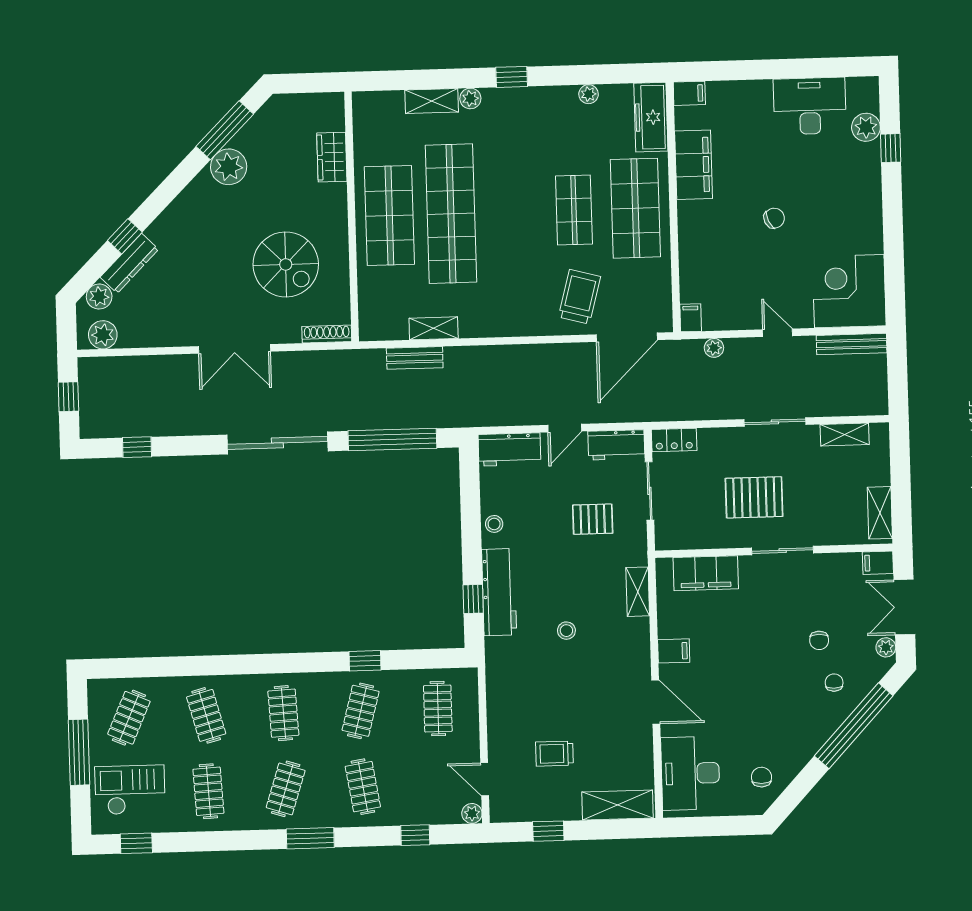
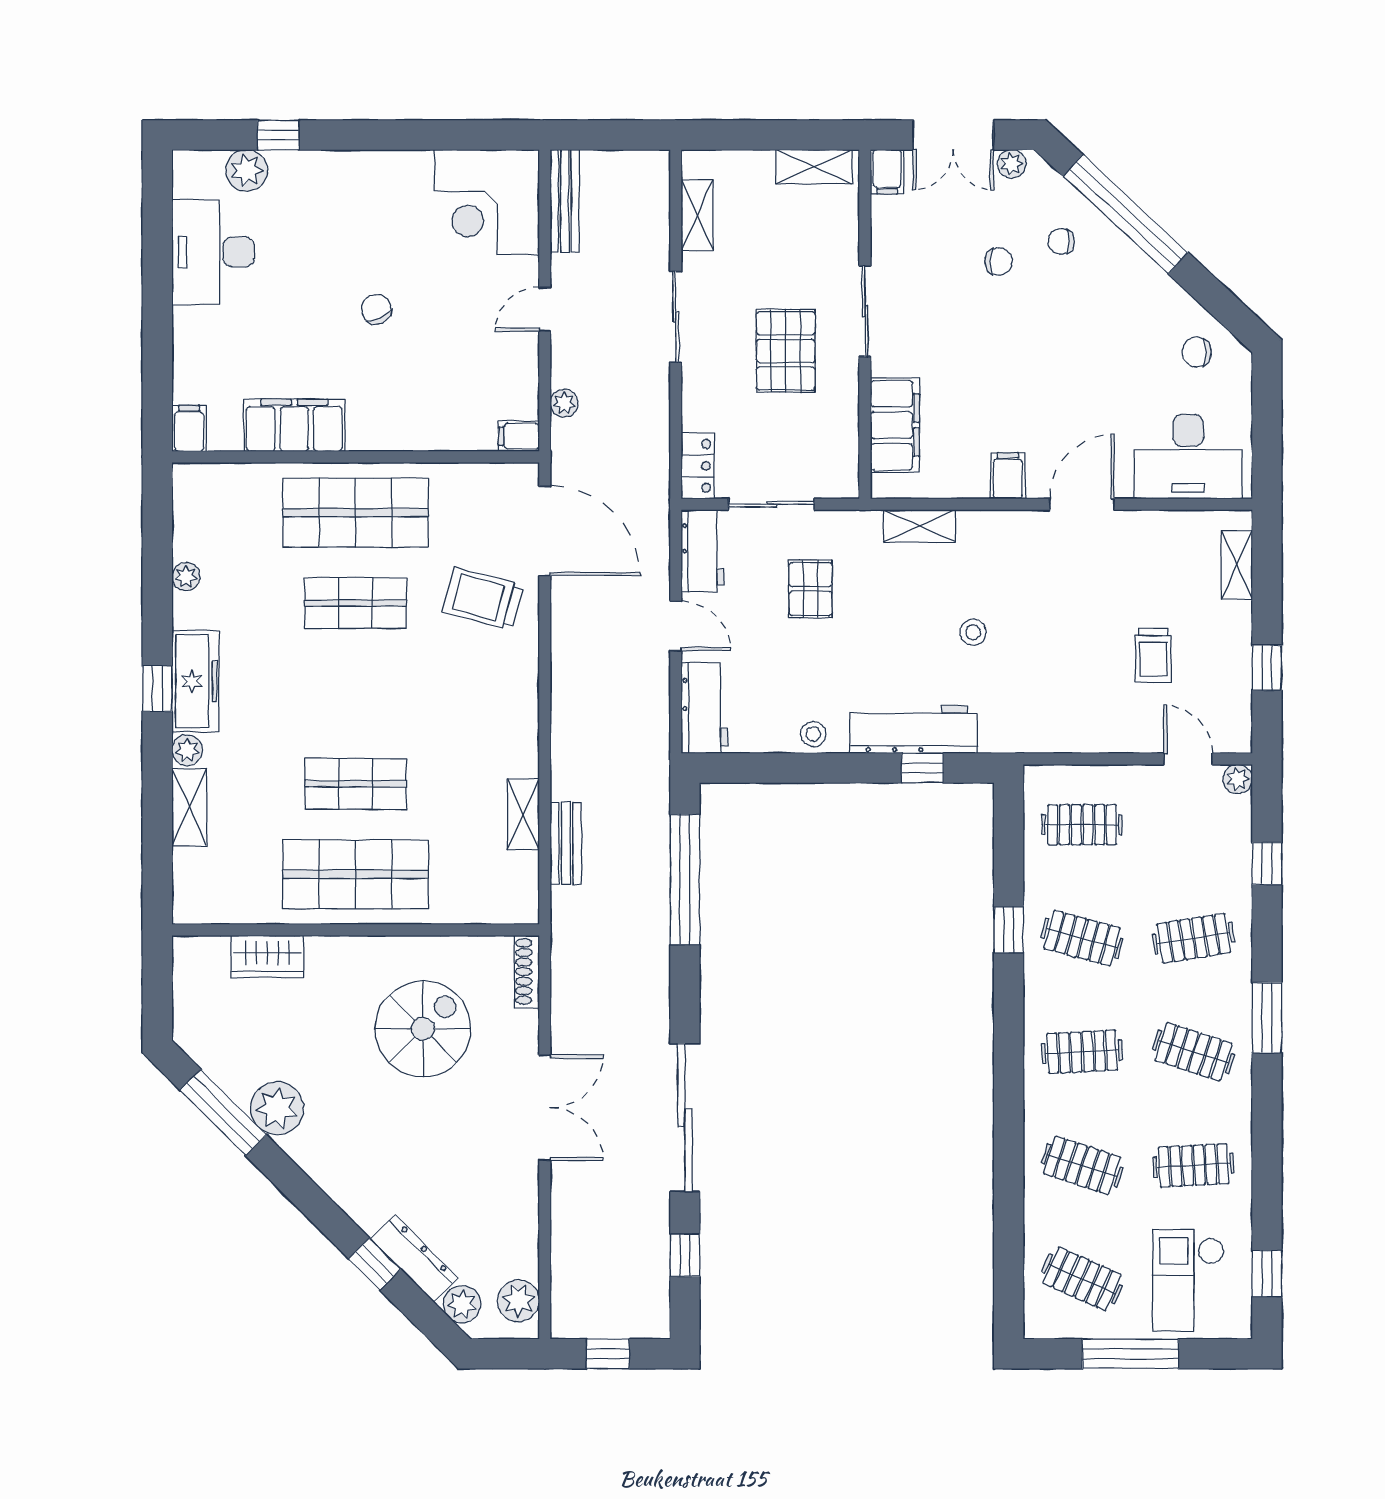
freezer: (651, 117) -> (195, 681), moved, turned -90
shop shelf: (451, 214) -> (356, 784), width x0.50, depth x0.74
sliding door: (277, 443) -> (685, 1118), moved
clothes rail: (206, 715) -> (1082, 1165), turned 33
door: (485, 779) -> (1188, 759), swing flipped
shelving: (617, 805) -> (1237, 565), width x0.67, depth x0.75

